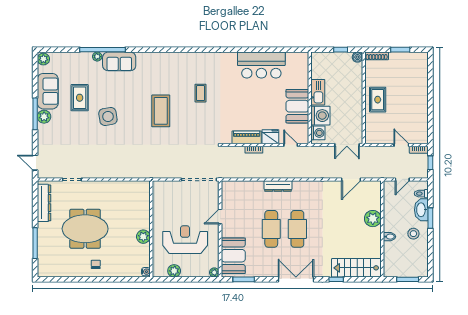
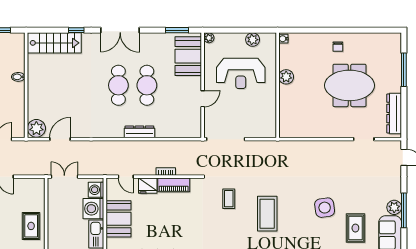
coffee table: (200, 93) -> (229, 199), moved
plant: (373, 219) -> (36, 128), moved

